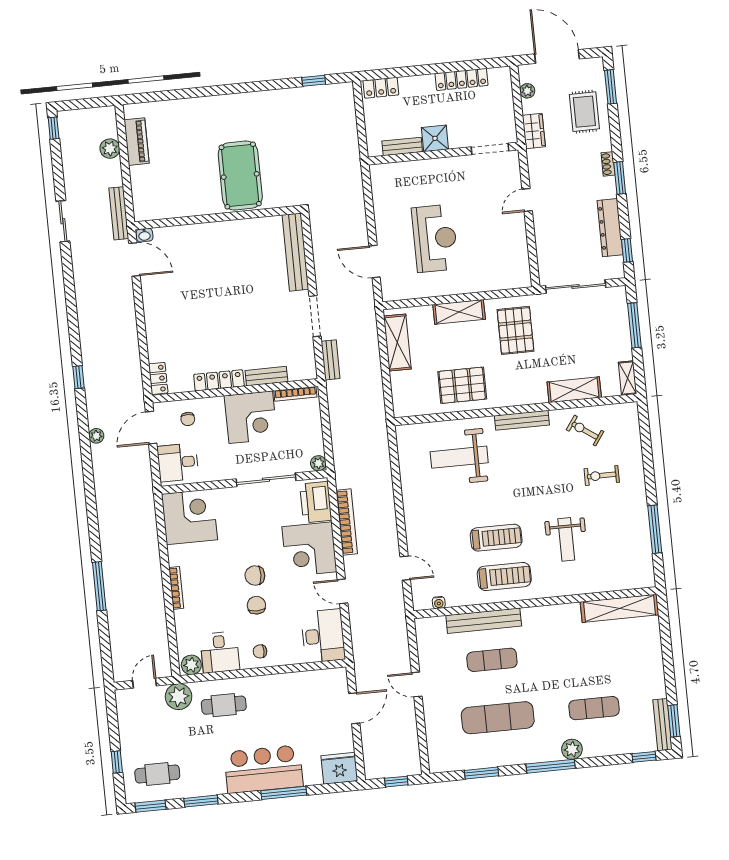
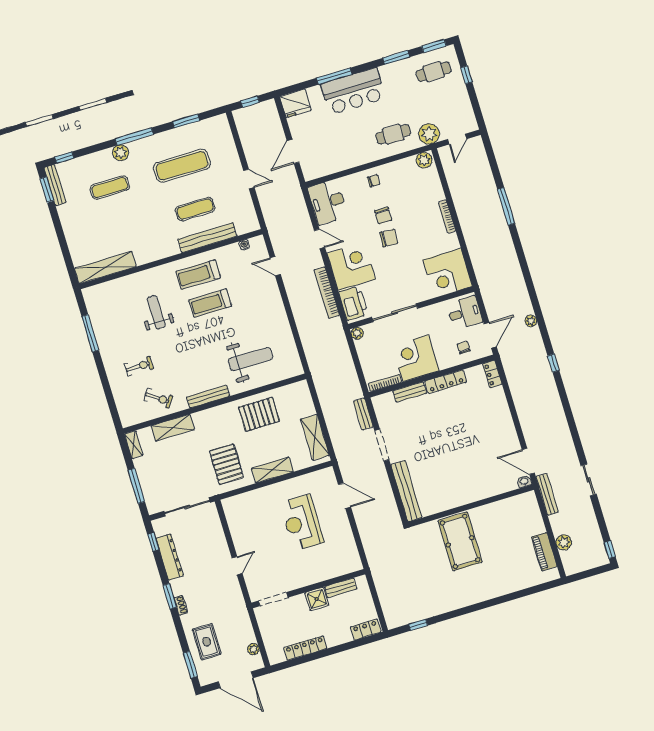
wardrobe: (534, 131) -> (242, 619), removed
desk: (220, 652) -> (404, 174), removed

